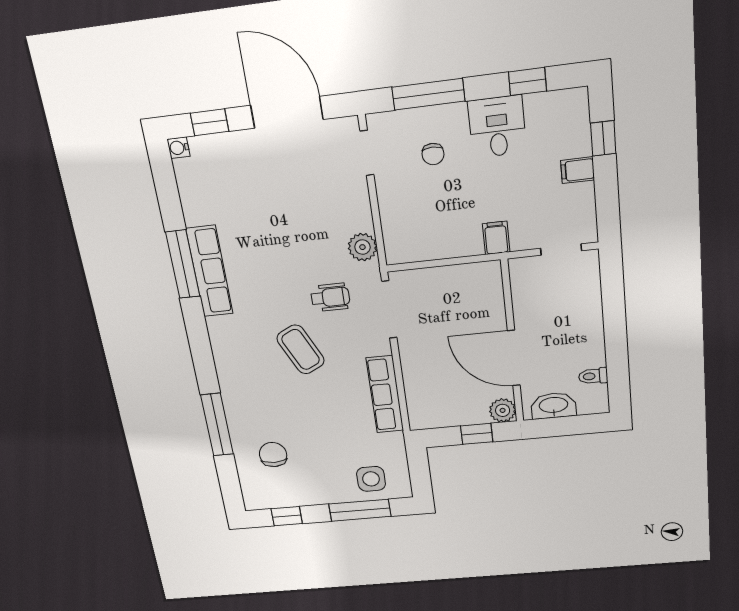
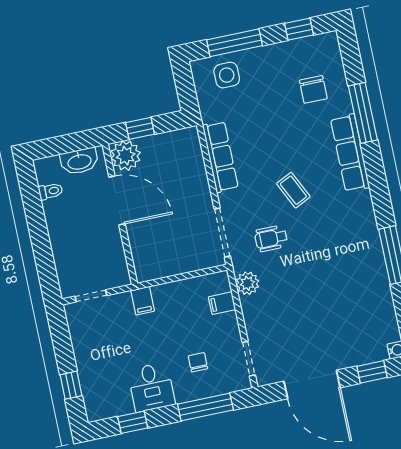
filing cabinet: (578, 170) -> (222, 303), moved, turned 180
row of seats: (210, 271) -> (350, 153), moved
coffee table: (301, 349) -> (293, 190), width x0.73, depth x0.77
plant: (503, 410) -> (126, 156), width x1.36, depth x1.36

